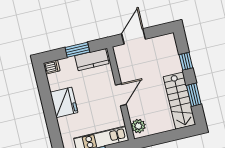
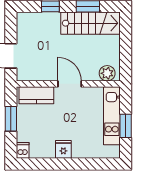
kitchen counter: (92, 60) -> (36, 95), moved, turned 90
fridge: (64, 102) -> (63, 149), width x0.53, depth x0.75

